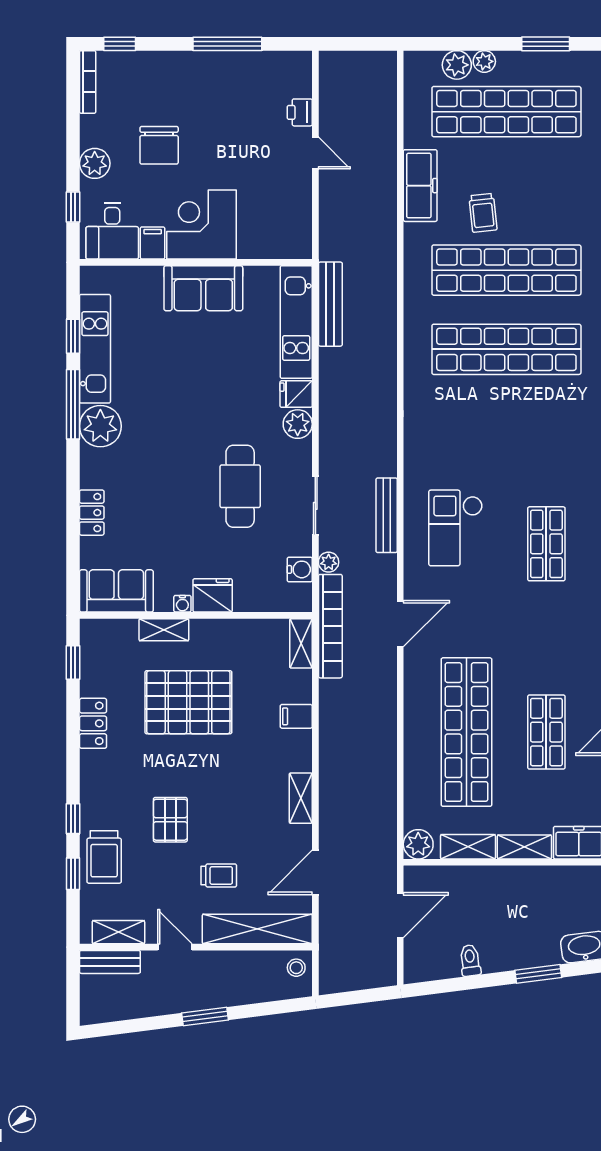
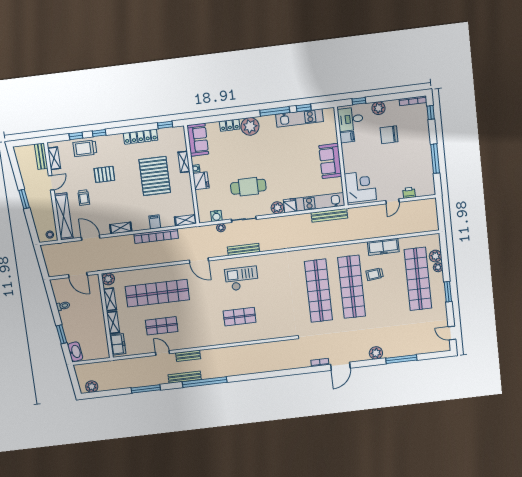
corner desk: (201, 225) -> (360, 187), moved
plant: (100, 426) -> (250, 126), moved
bookcase: (330, 626) -> (156, 236), moved
locker: (93, 723) -> (141, 137), width x1.53

